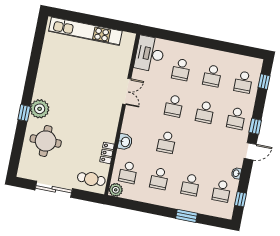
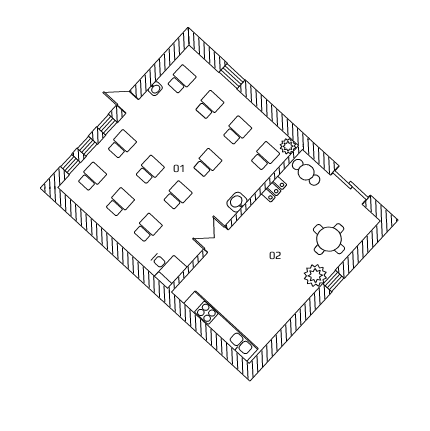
desk: (150, 54) -> (166, 268), width x0.73
washbasin: (125, 142) -> (237, 202), moved
window: (241, 199) -> (87, 146), moved

